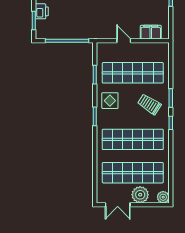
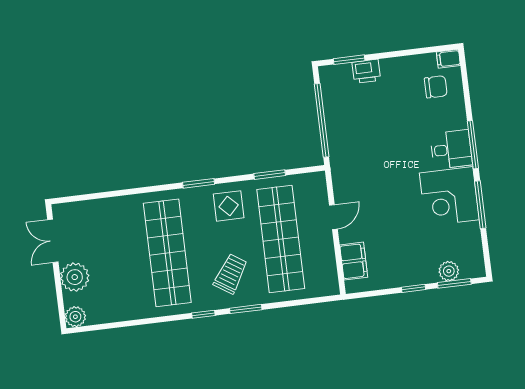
shop shelf: (133, 173) -> (111, 260), removed

